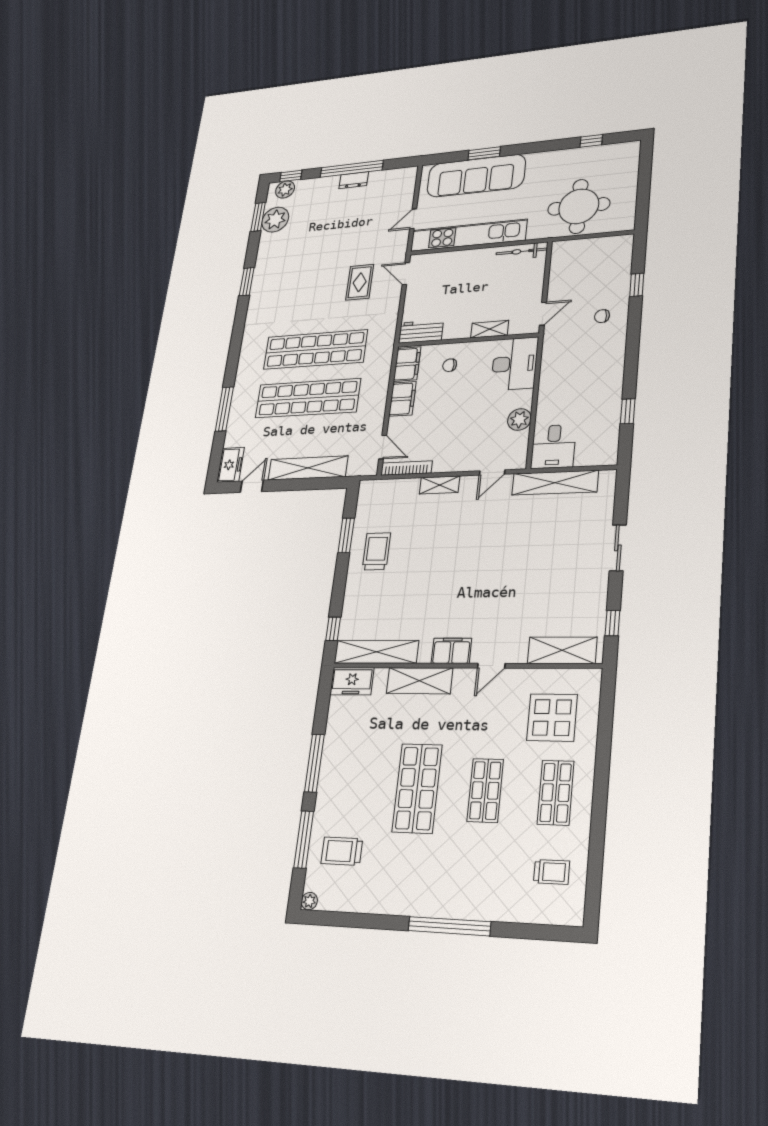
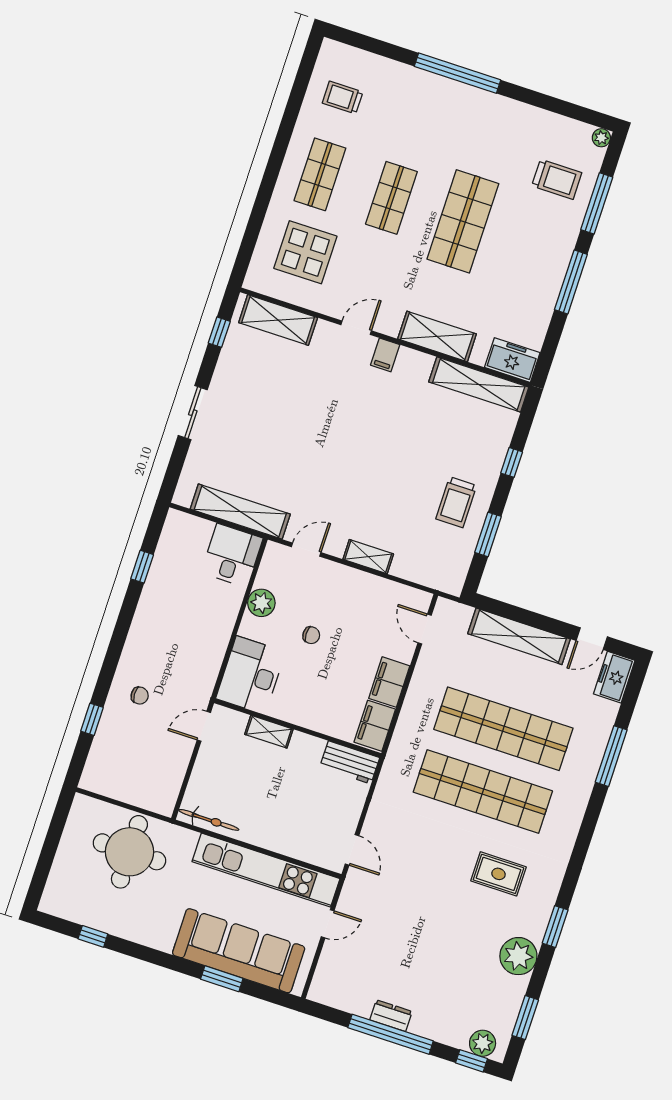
plant: (275, 220) -> (518, 956), moved
rug: (360, 282) -> (498, 874), moved, turned 90
chair: (450, 365) -> (311, 635), moved
bookcase: (407, 468) -> (402, 592), removed
window: (333, 629) -> (512, 462), moved
filing cabinet: (451, 651) -> (385, 355), width x0.50

